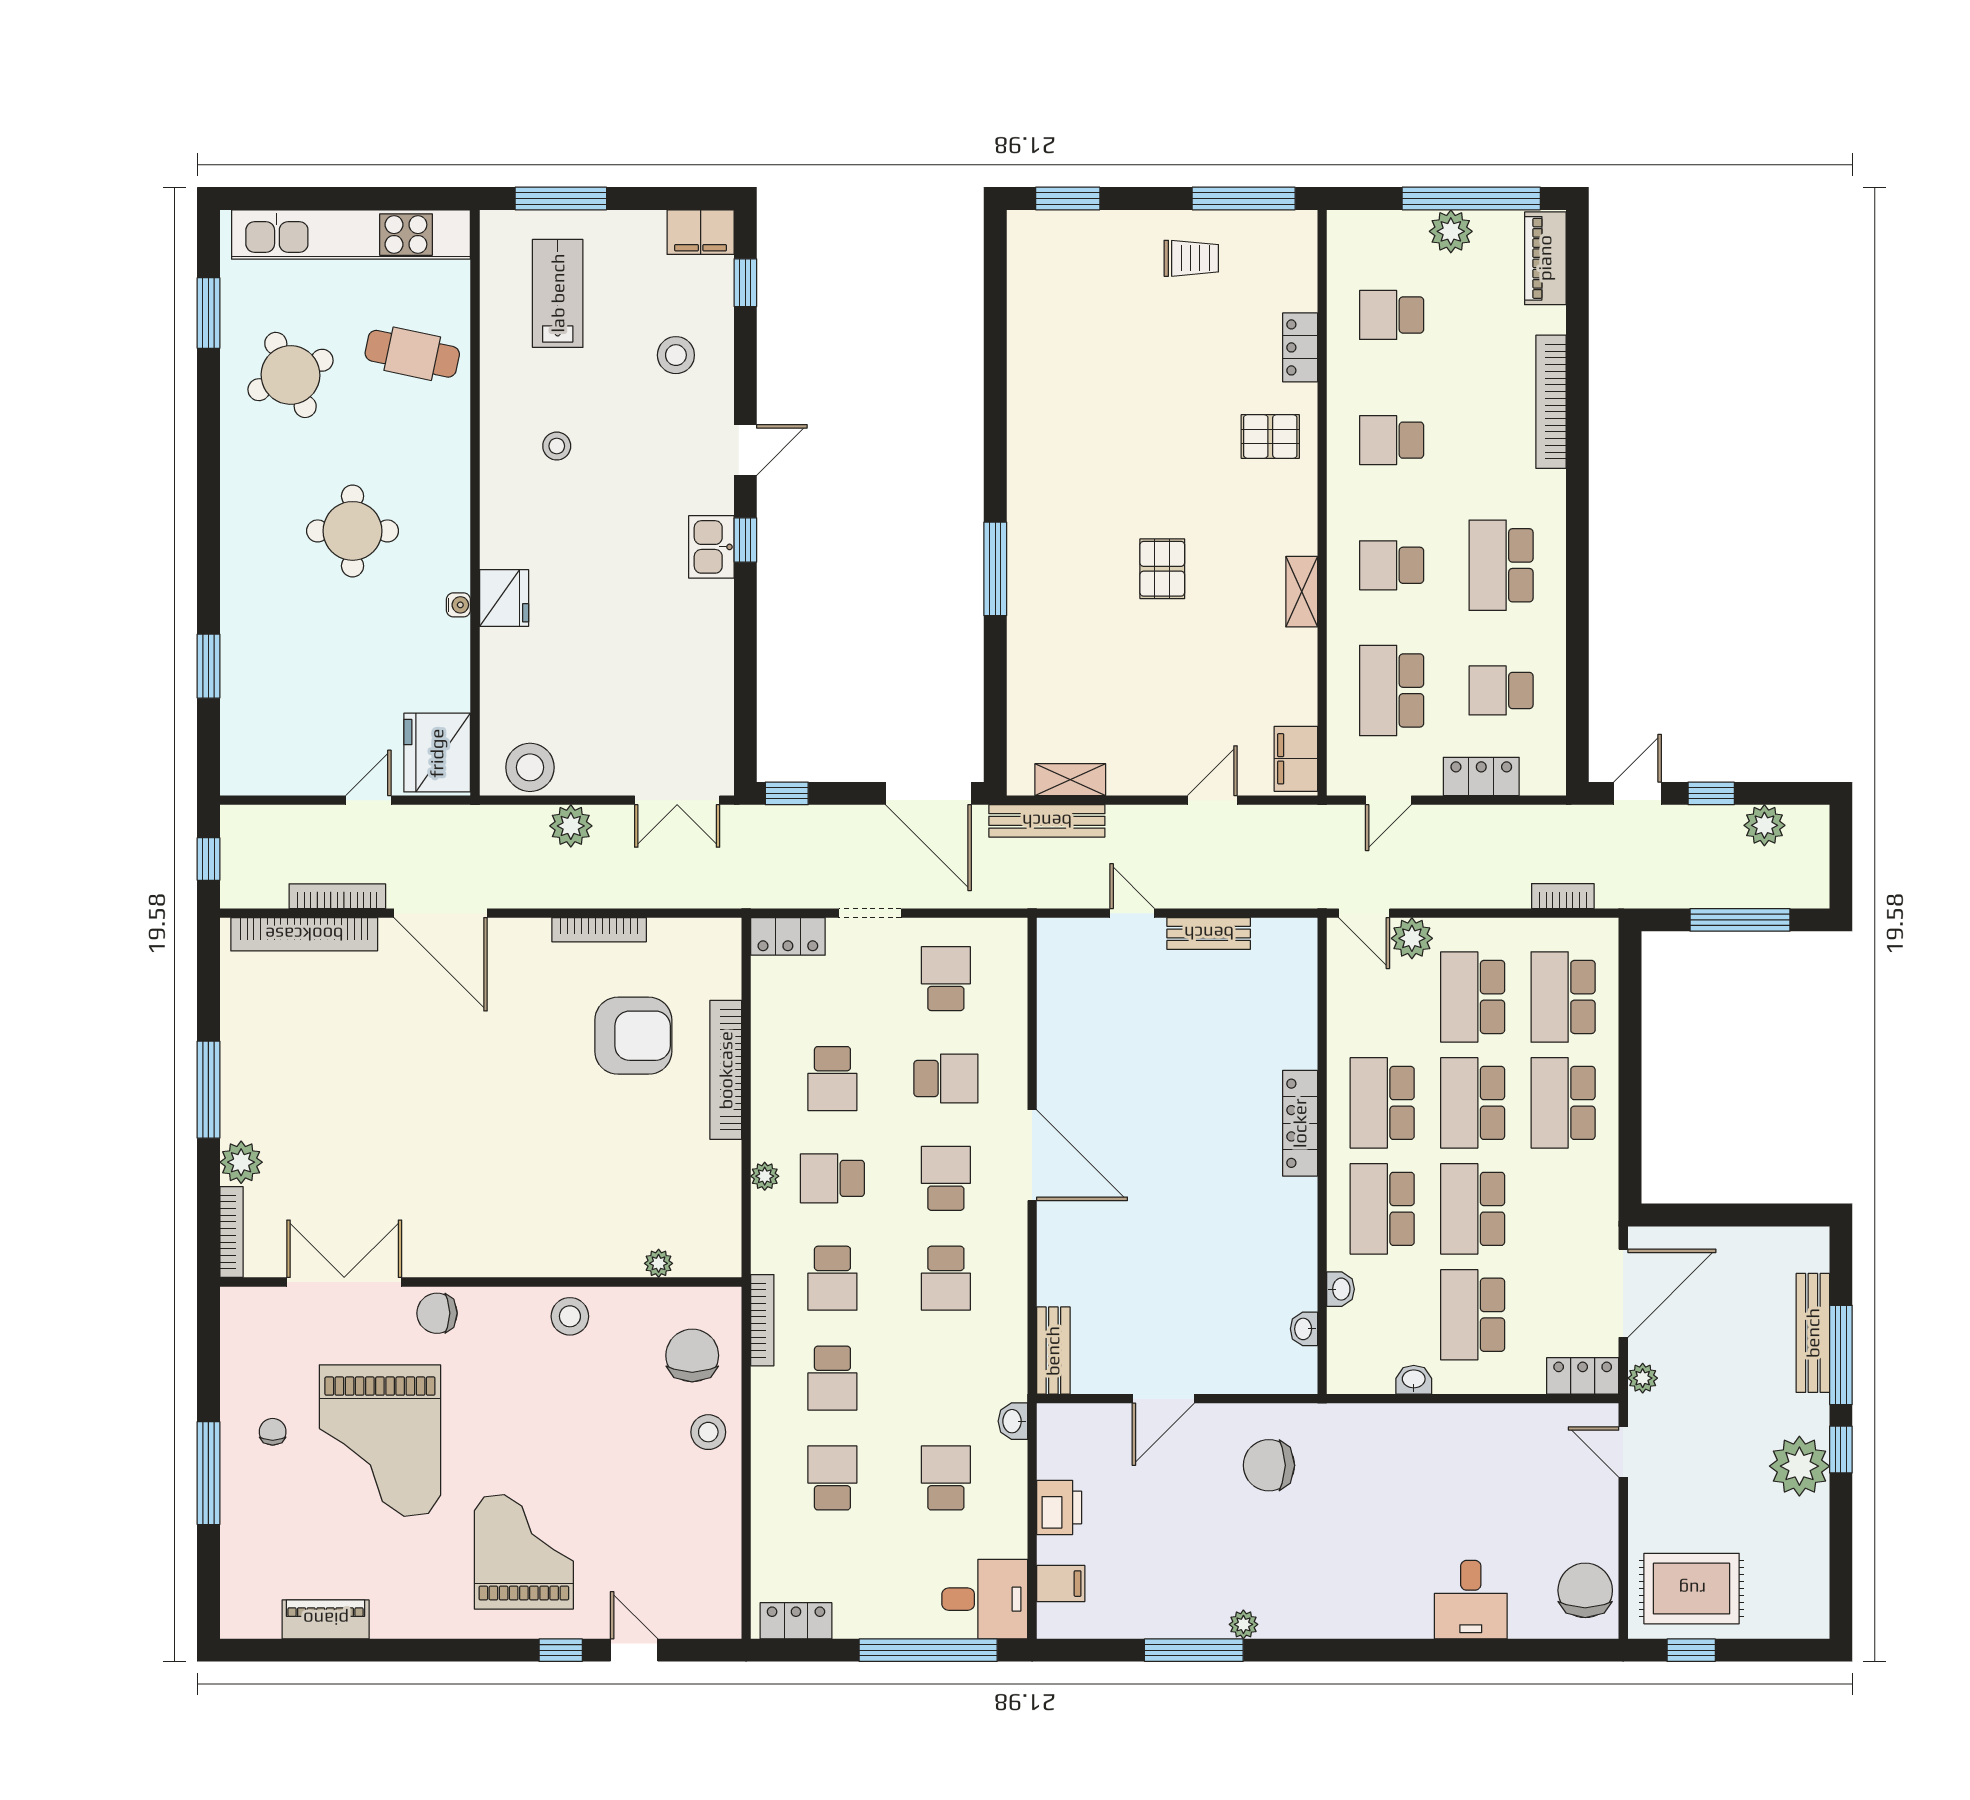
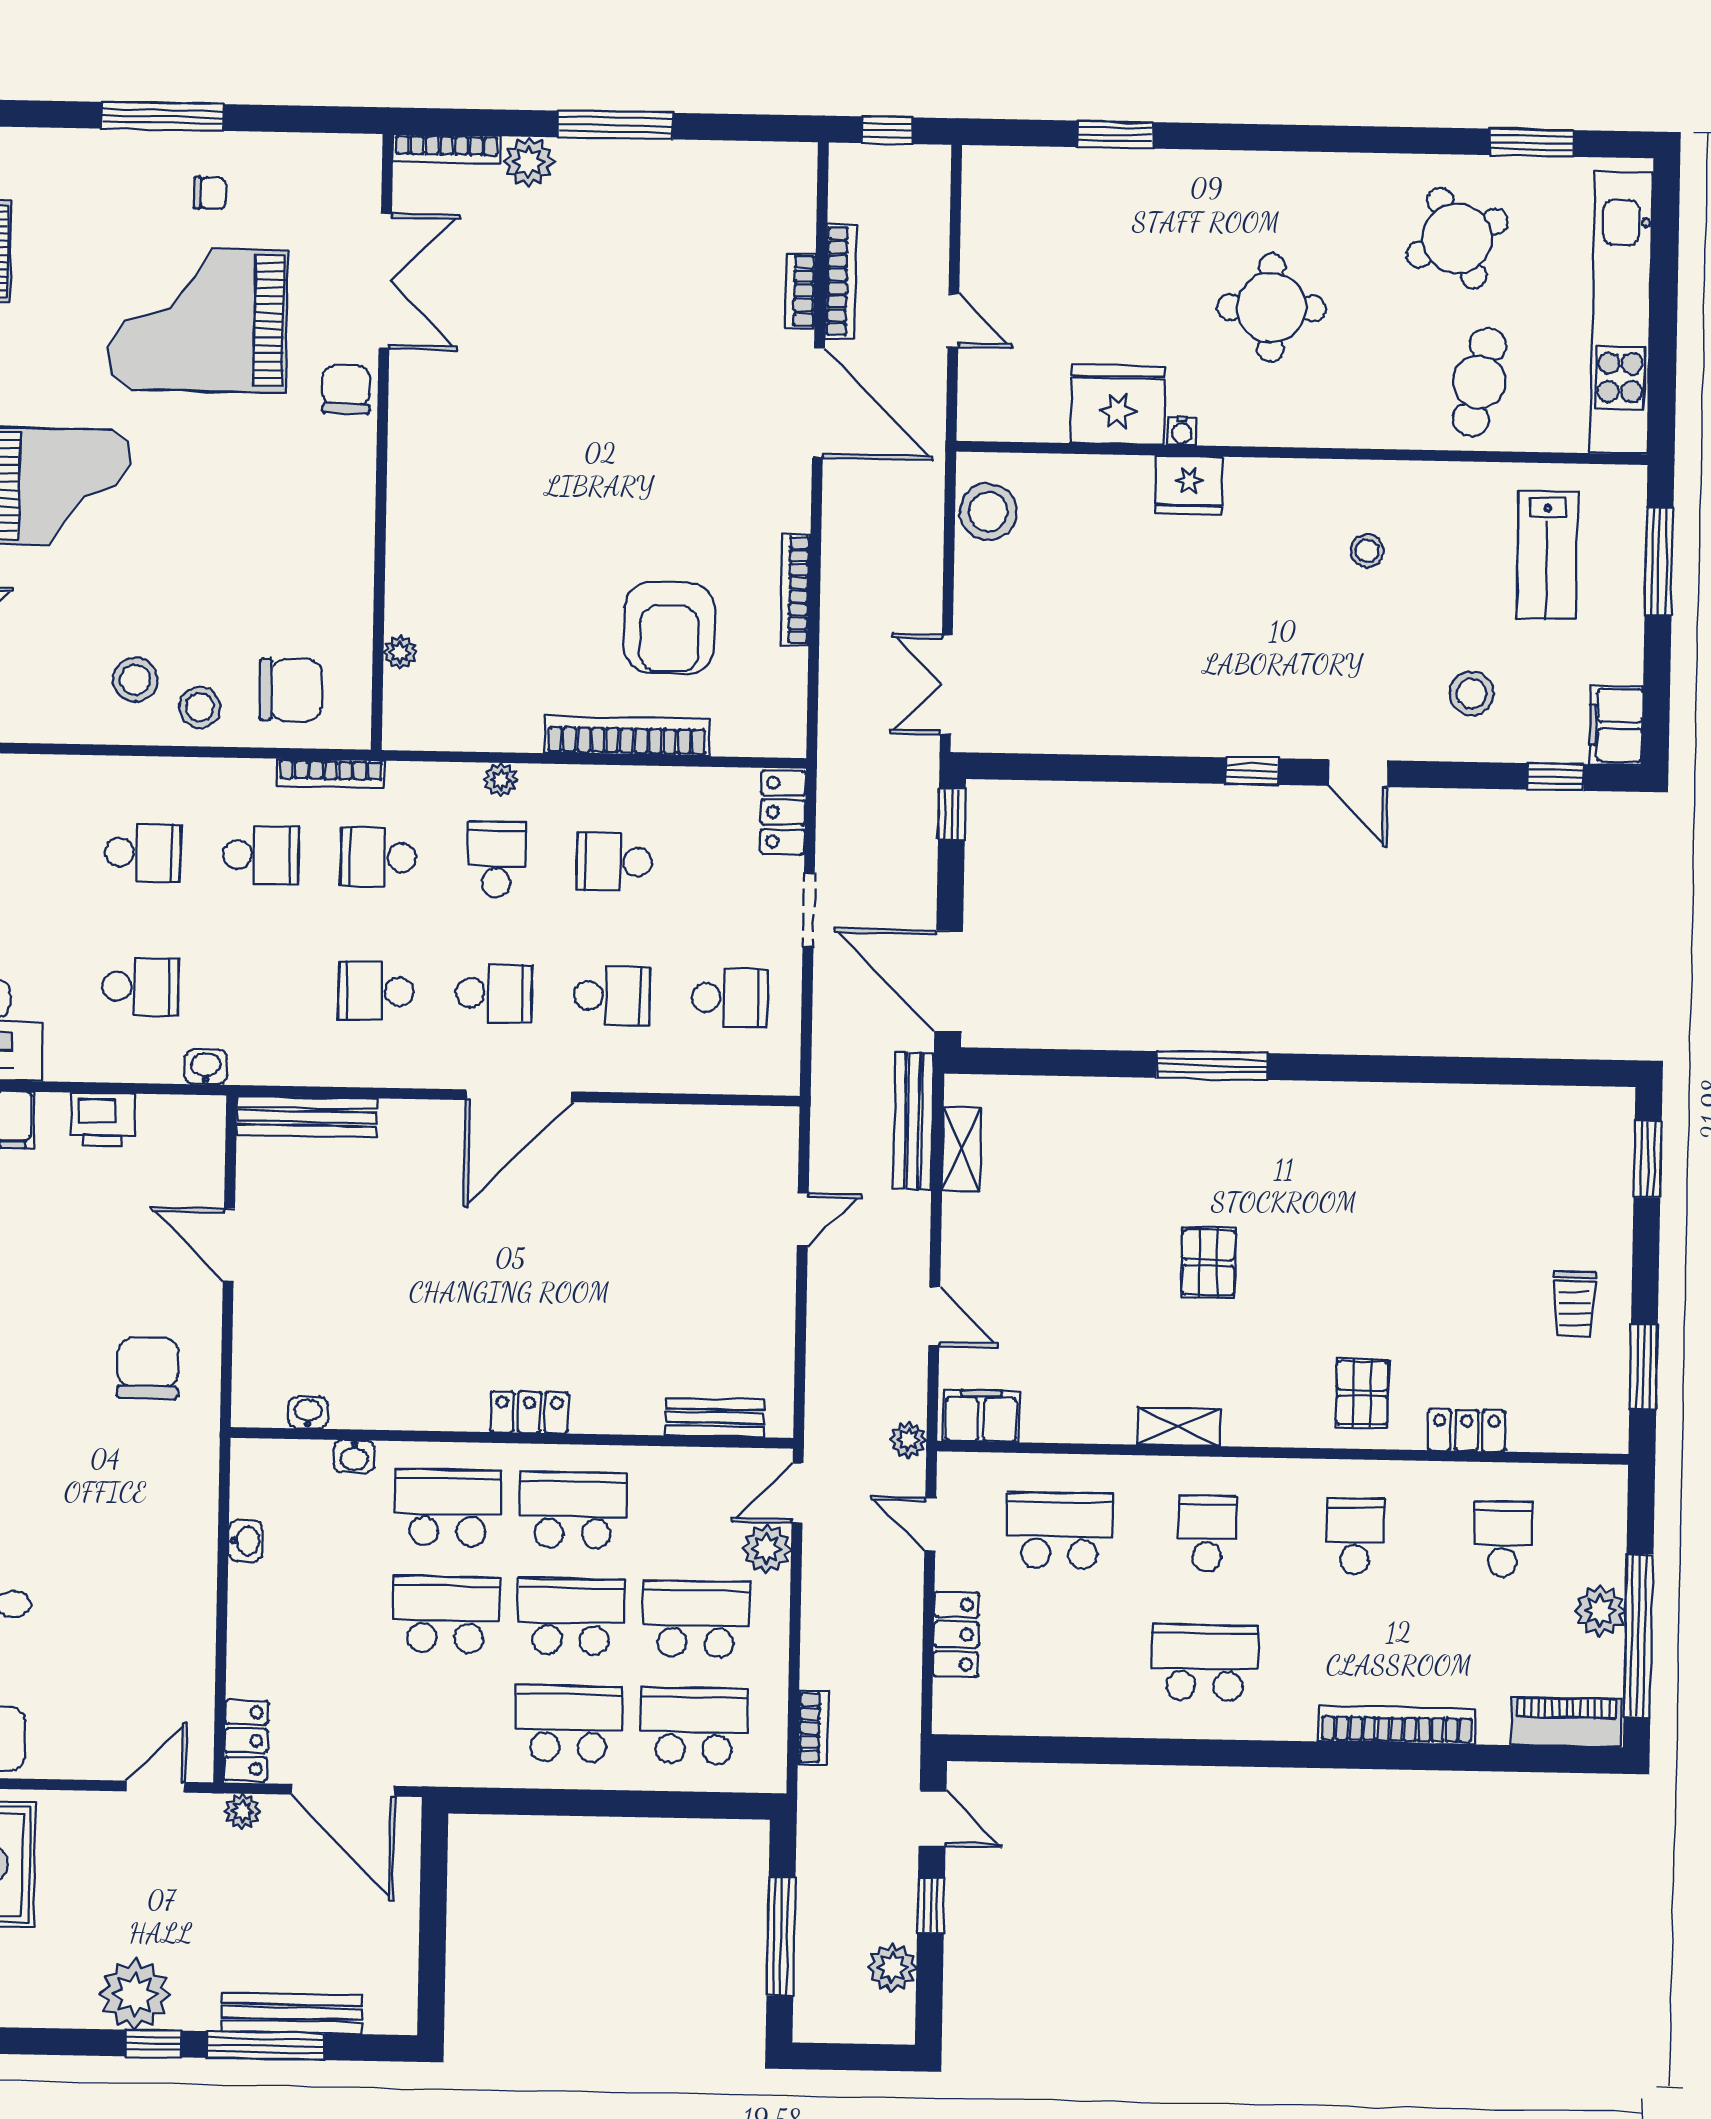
window: (1244, 199) -> (1644, 1367), width x0.69
lab bench: (558, 293) -> (1547, 555), turned 90
kitchen sink: (711, 547) -> (1244, 731), removed
pallet: (1162, 569) -> (1208, 1263), turned 90
school desk: (1501, 690) -> (1057, 1660), removed
fridge: (437, 753) -> (1118, 405), moved
door: (928, 793) -> (949, 981), hinge flipped
plant: (571, 826) -> (908, 1440), moved, width x0.73, depth x0.73
door: (441, 913) -> (818, 403), swing flipped
bench: (1209, 933) -> (715, 1418), moved, turned 90
bookcase: (304, 934) -> (800, 291), width x0.43, depth x0.76
school desk: (946, 1079) -> (612, 996), turned -90
locker: (1300, 1123) -> (529, 1412), width x0.66
school desk: (1473, 1315) -> (321, 1612), removed
stool: (570, 1316) -> (135, 680), moved
bench: (1053, 1351) -> (307, 1117), width x1.36
school desk: (832, 1378) -> (261, 855), turned 180

